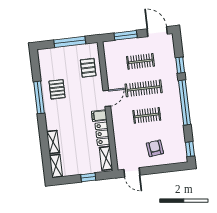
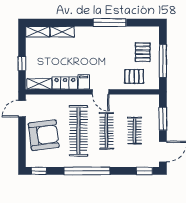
window: (180, 65) -> (144, 171), moved
pallet: (57, 89) -> (143, 52), moved, turned 90
clothes rail: (147, 115) -> (78, 131), width x1.86, depth x1.31
armchair: (155, 148) -> (44, 135), width x1.88, depth x1.88

